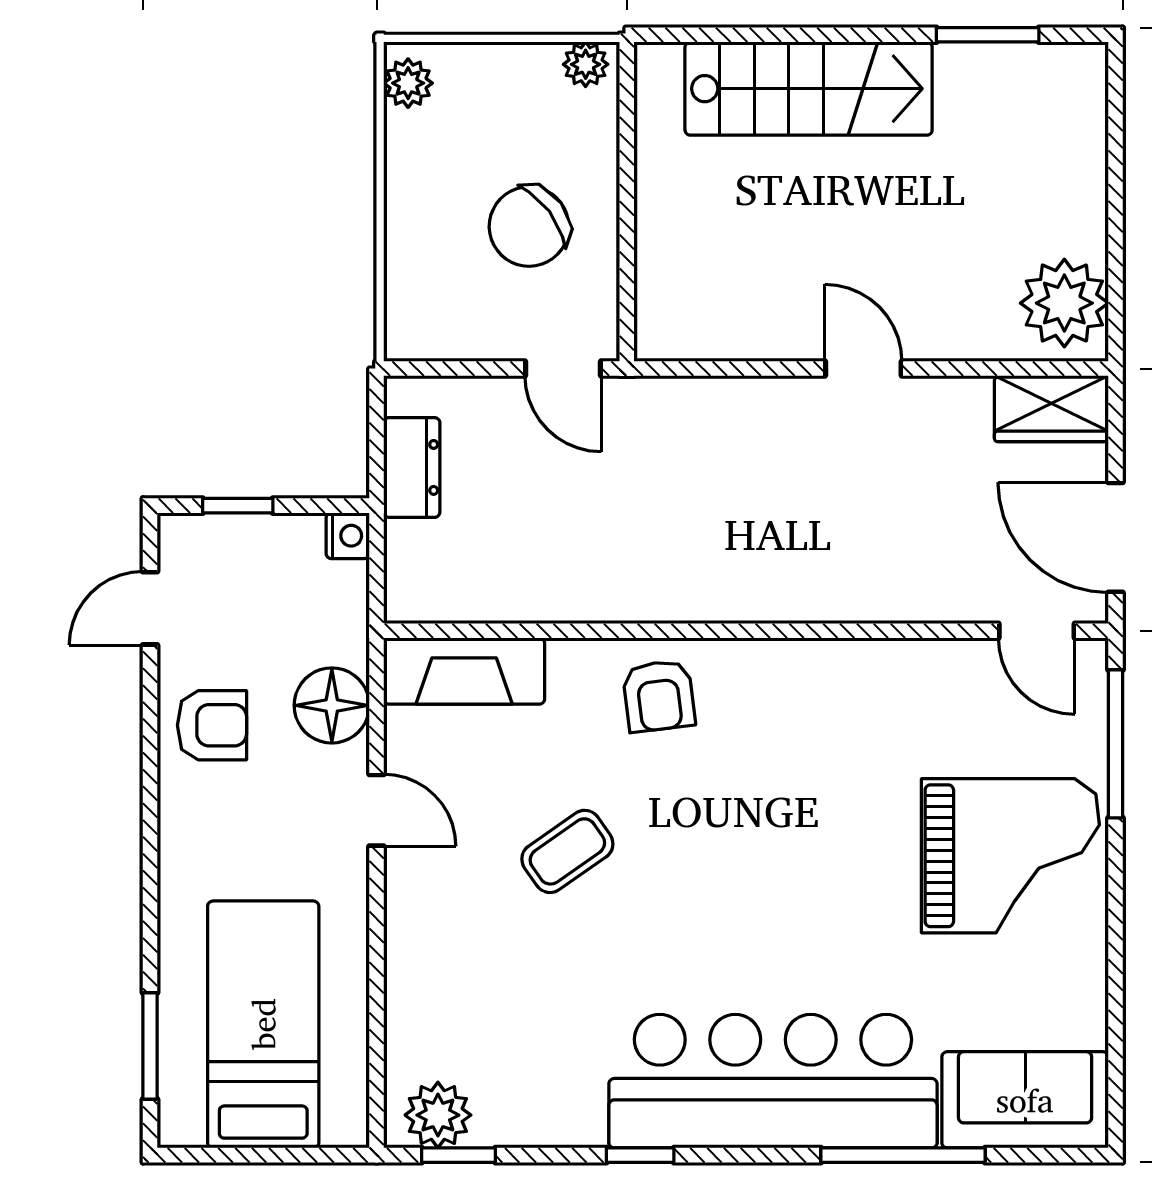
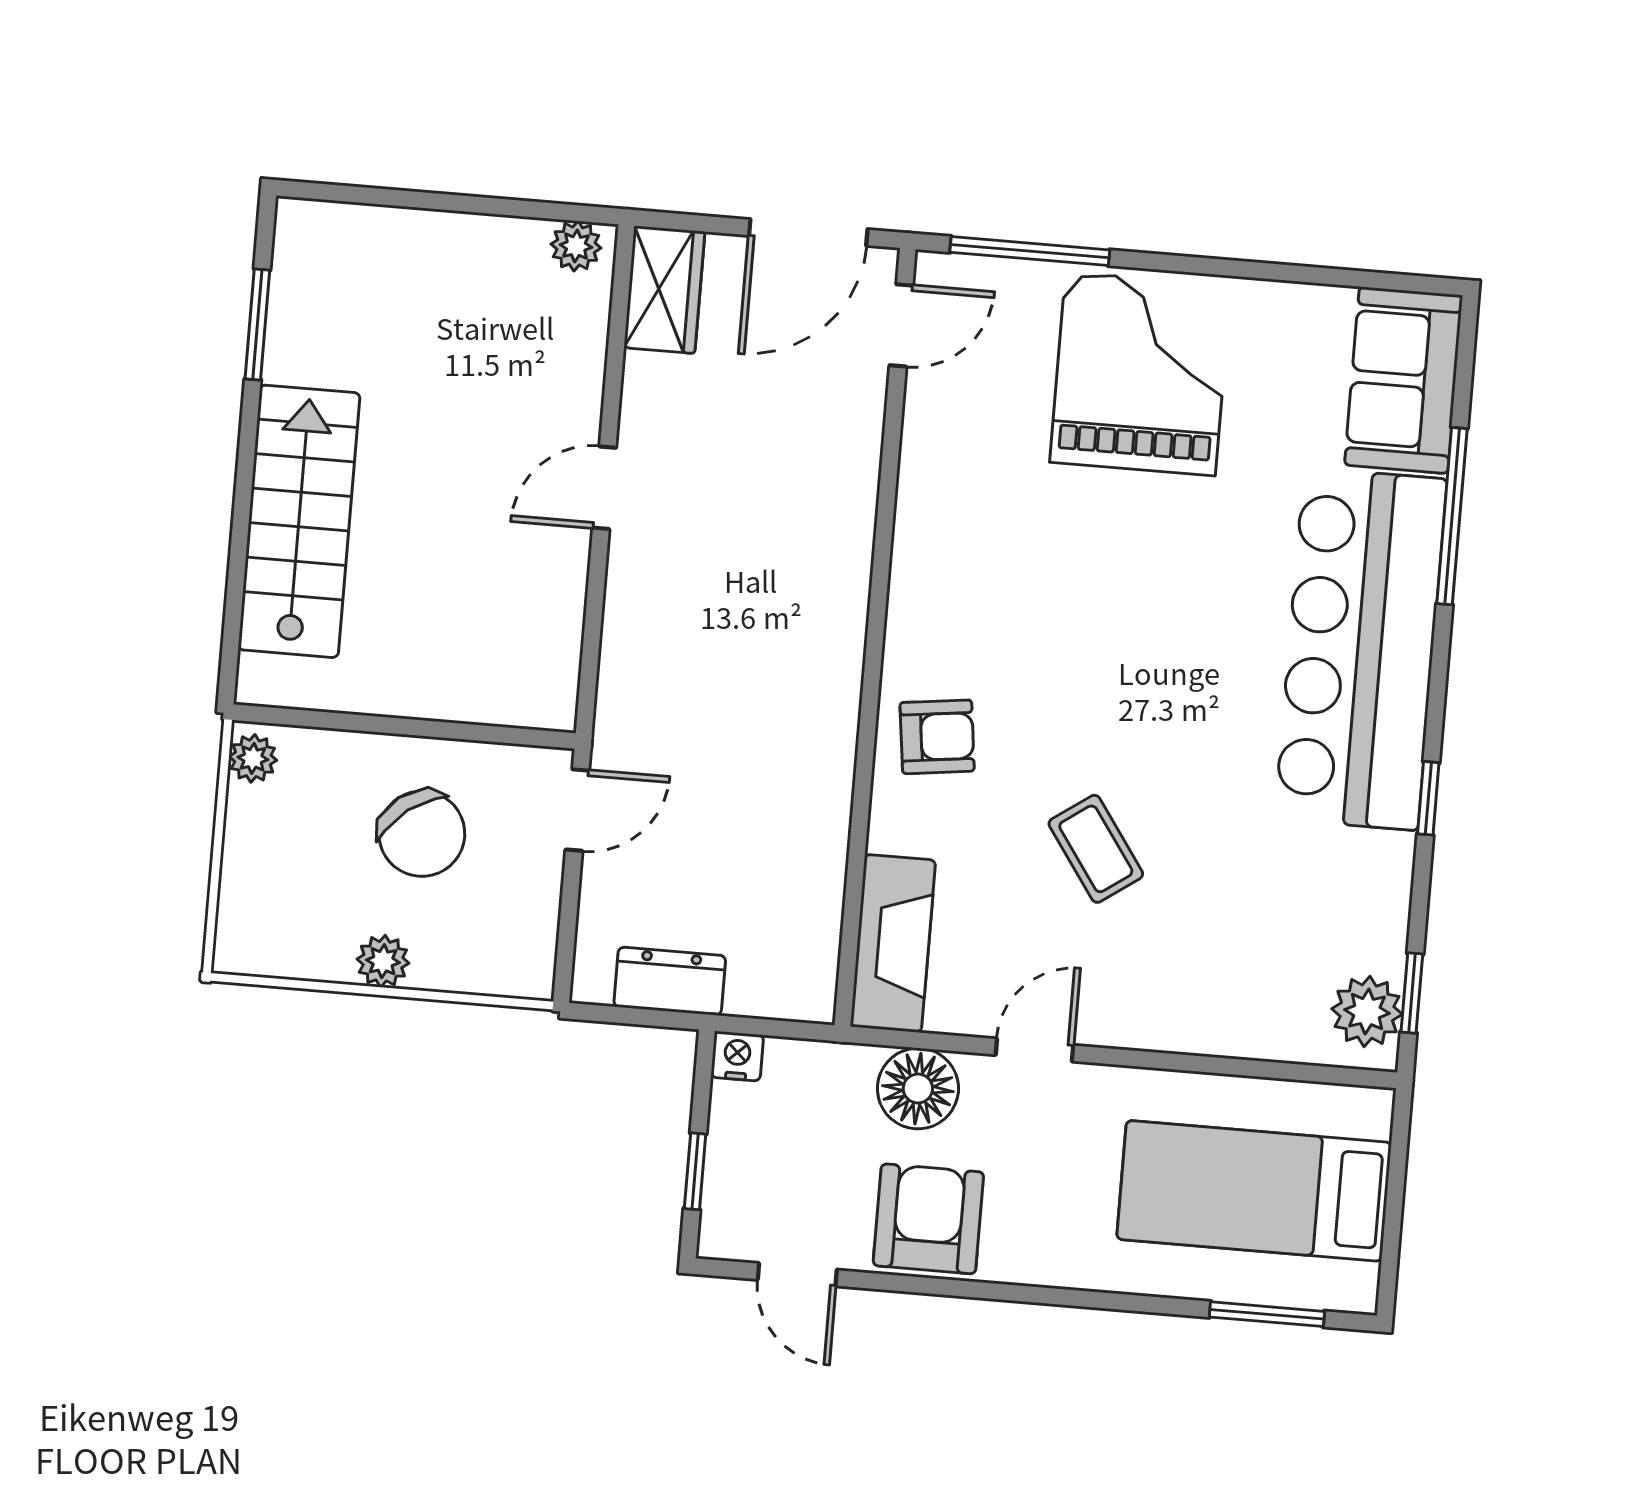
plant: (408, 83) -> (383, 961), moved
plant: (1064, 303) -> (576, 246), width x0.53, depth x0.53
armchair: (212, 725) -> (928, 1219), width x1.38, depth x1.38

